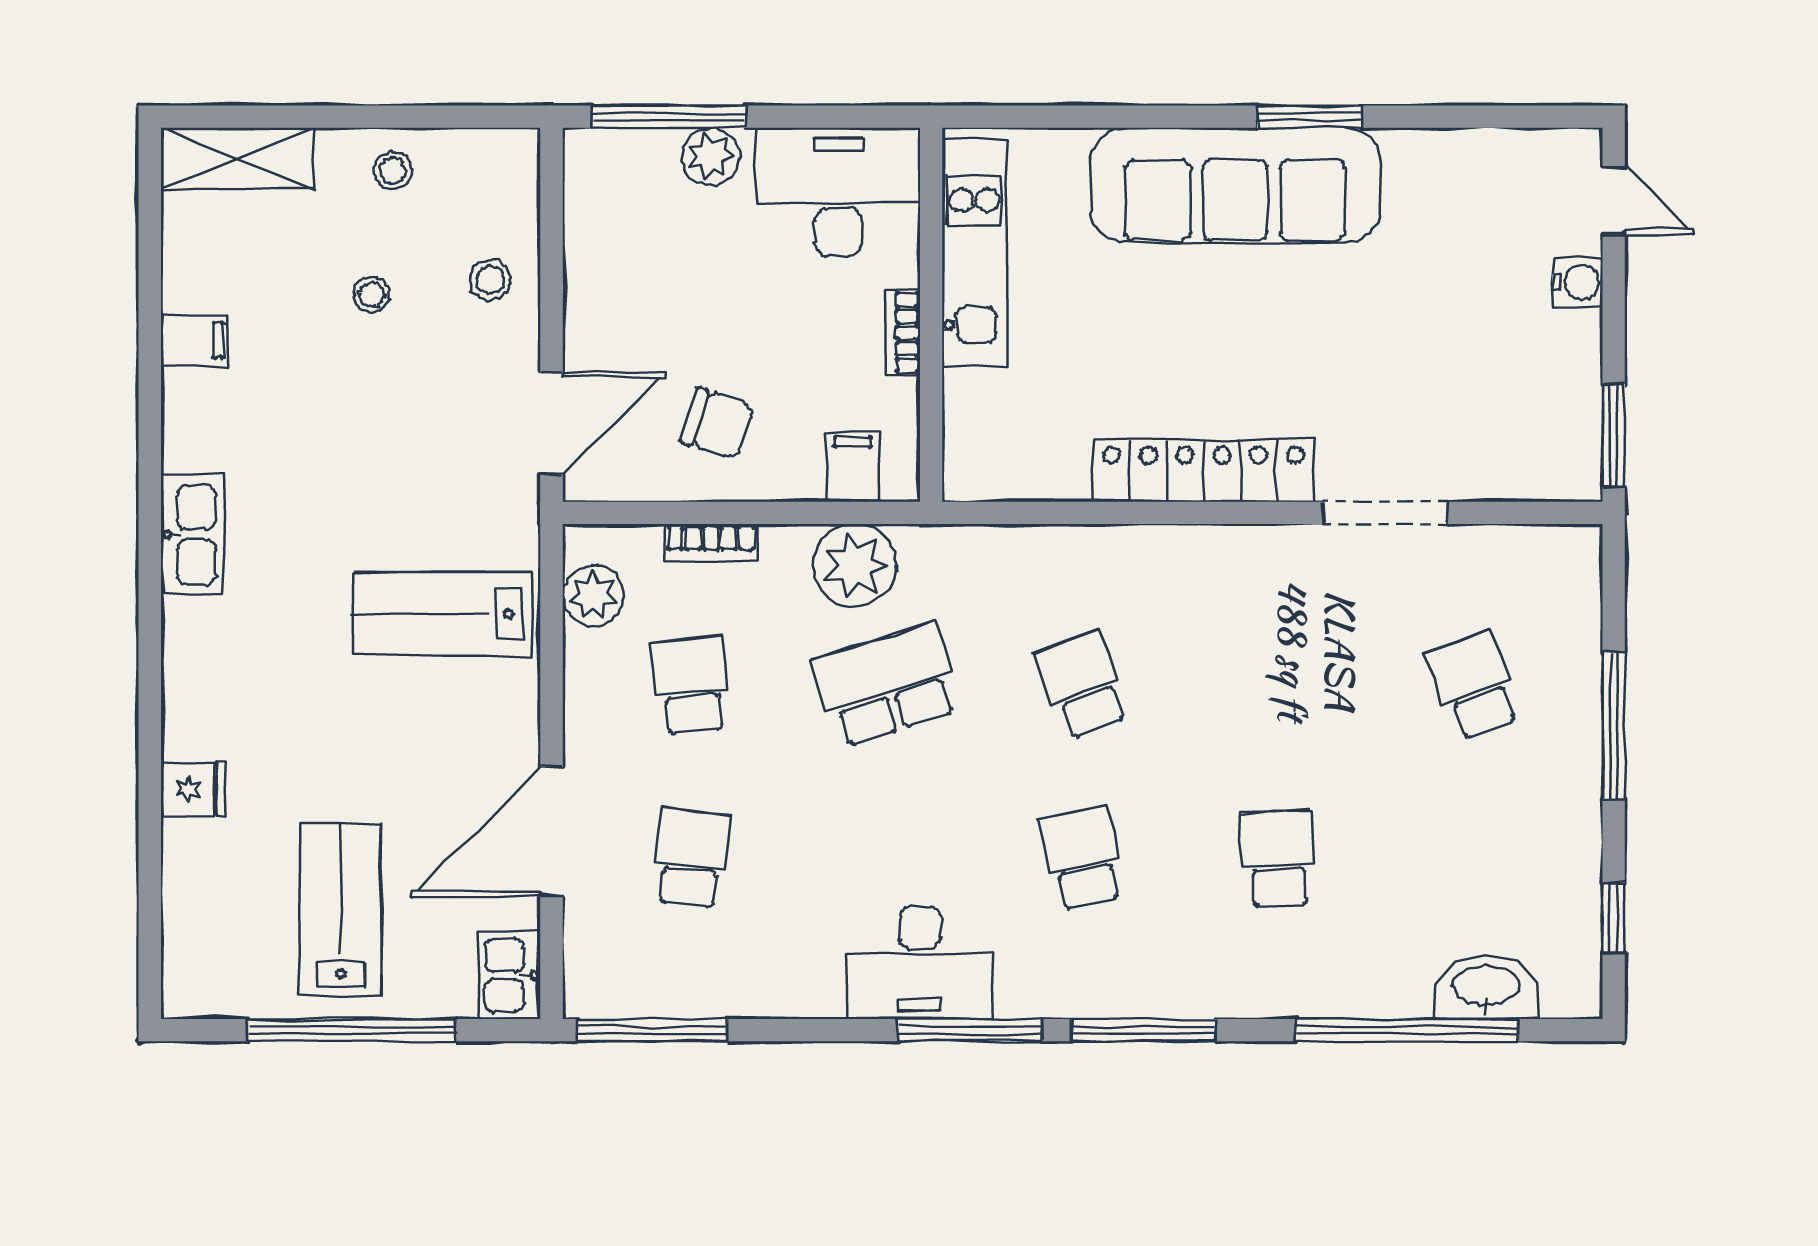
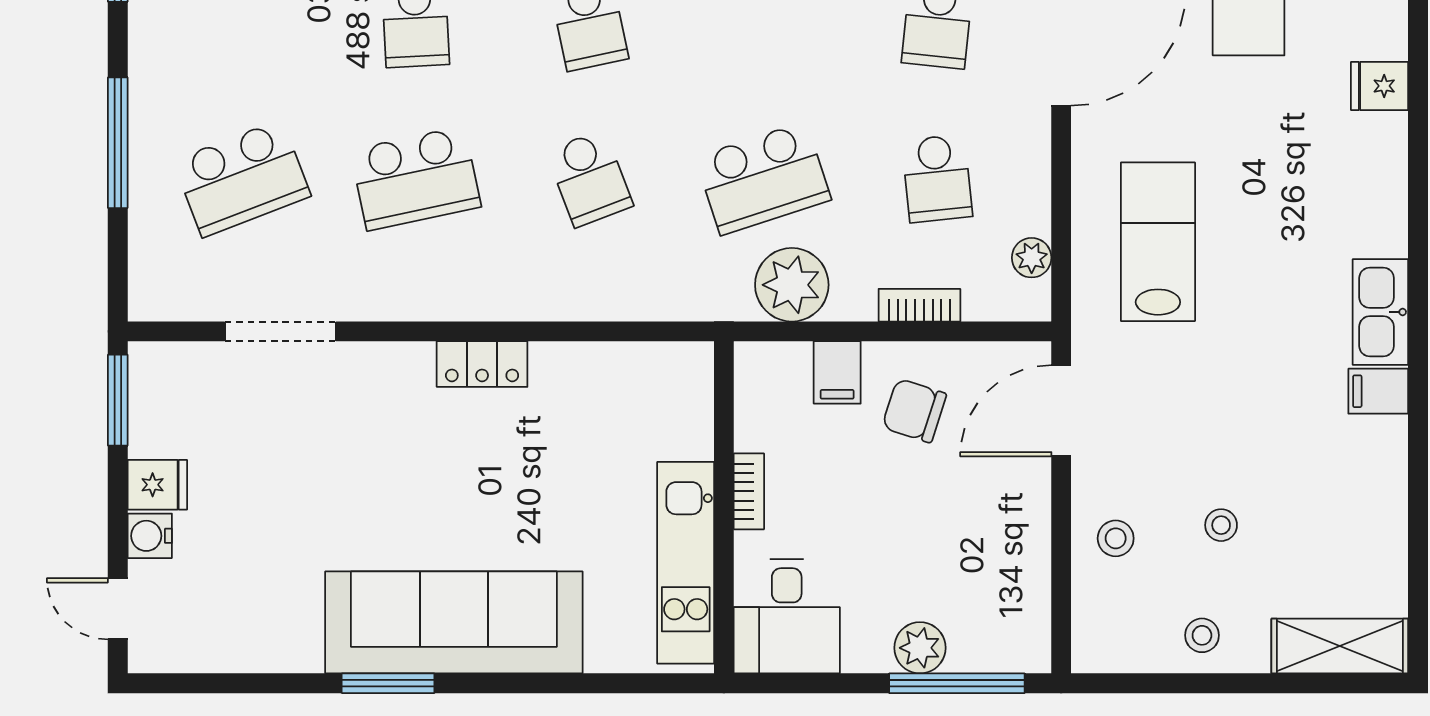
desk: (838, 192) -> (787, 616), width x0.73
filing cabinet: (194, 340) -> (1378, 391), moved
fridge: (1569, 340) -> (157, 485), added
filing cabinet: (853, 467) -> (837, 372), moved
locker: (1204, 471) -> (482, 364), width x0.46, depth x0.83
doorway: (1385, 513) -> (280, 331), moved
plant: (593, 596) -> (1032, 258), width x0.73, depth x0.73
lab bench: (443, 614) -> (1158, 242), turned -90
school desk: (1278, 685) -> (416, 178), added
school desk: (1474, 685) -> (242, 178), width x1.85

